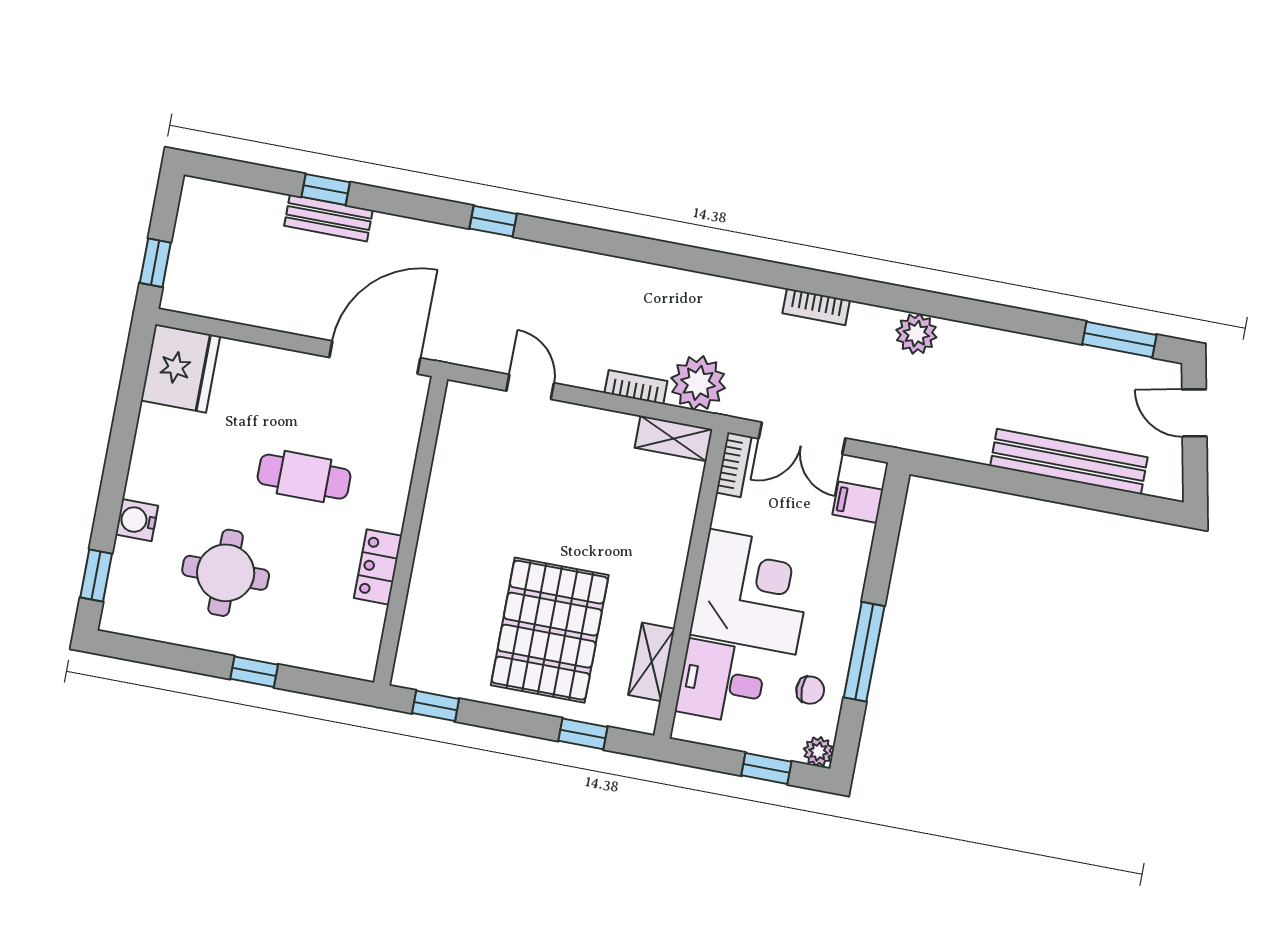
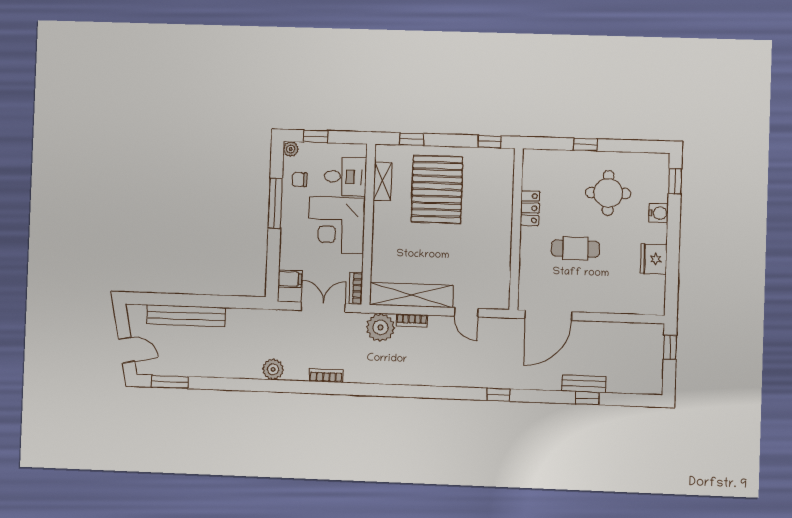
fridge: (181, 368) -> (654, 259), moved, width x0.73, depth x0.75
shelving: (674, 438) -> (411, 295), width x2.20, depth x1.33

